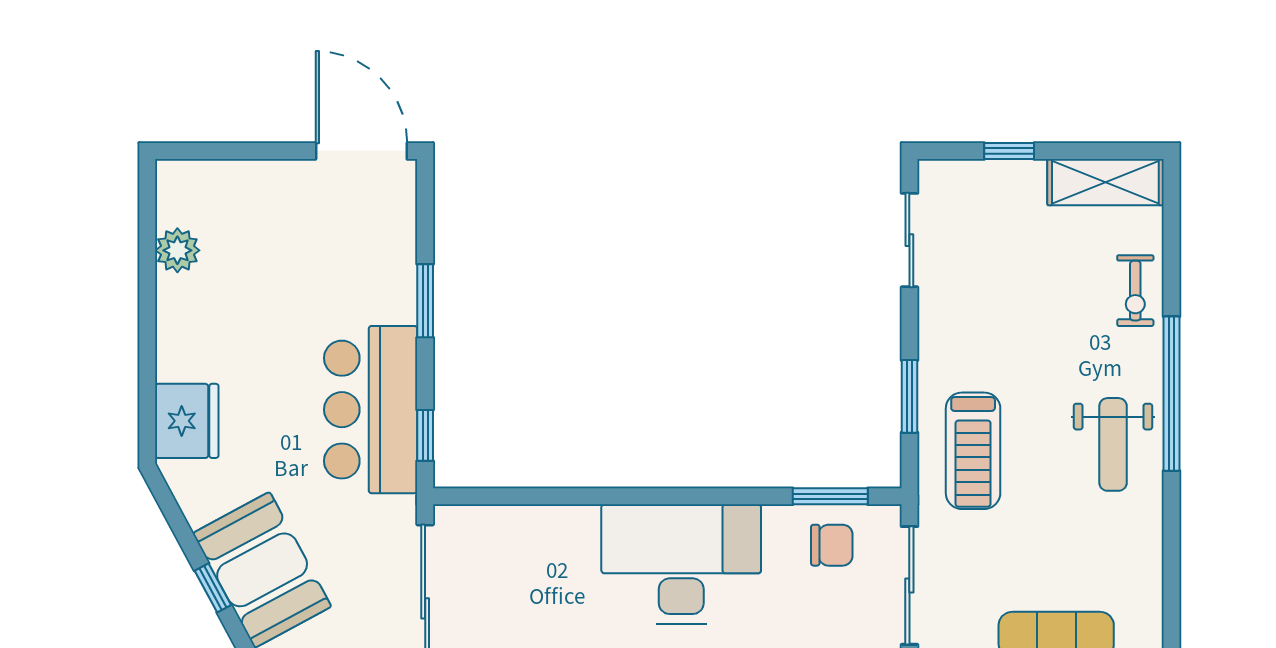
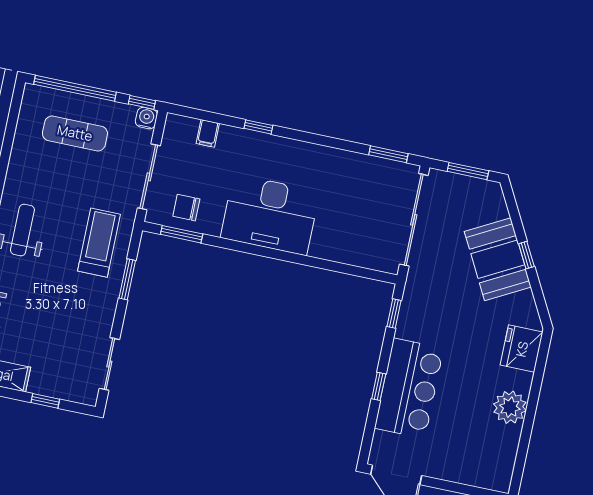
plant: (177, 250) -> (510, 407), moved, width x1.36, depth x1.36
window: (425, 301) -> (379, 386), width x0.67
bar counter: (371, 410) -> (409, 388), moved

